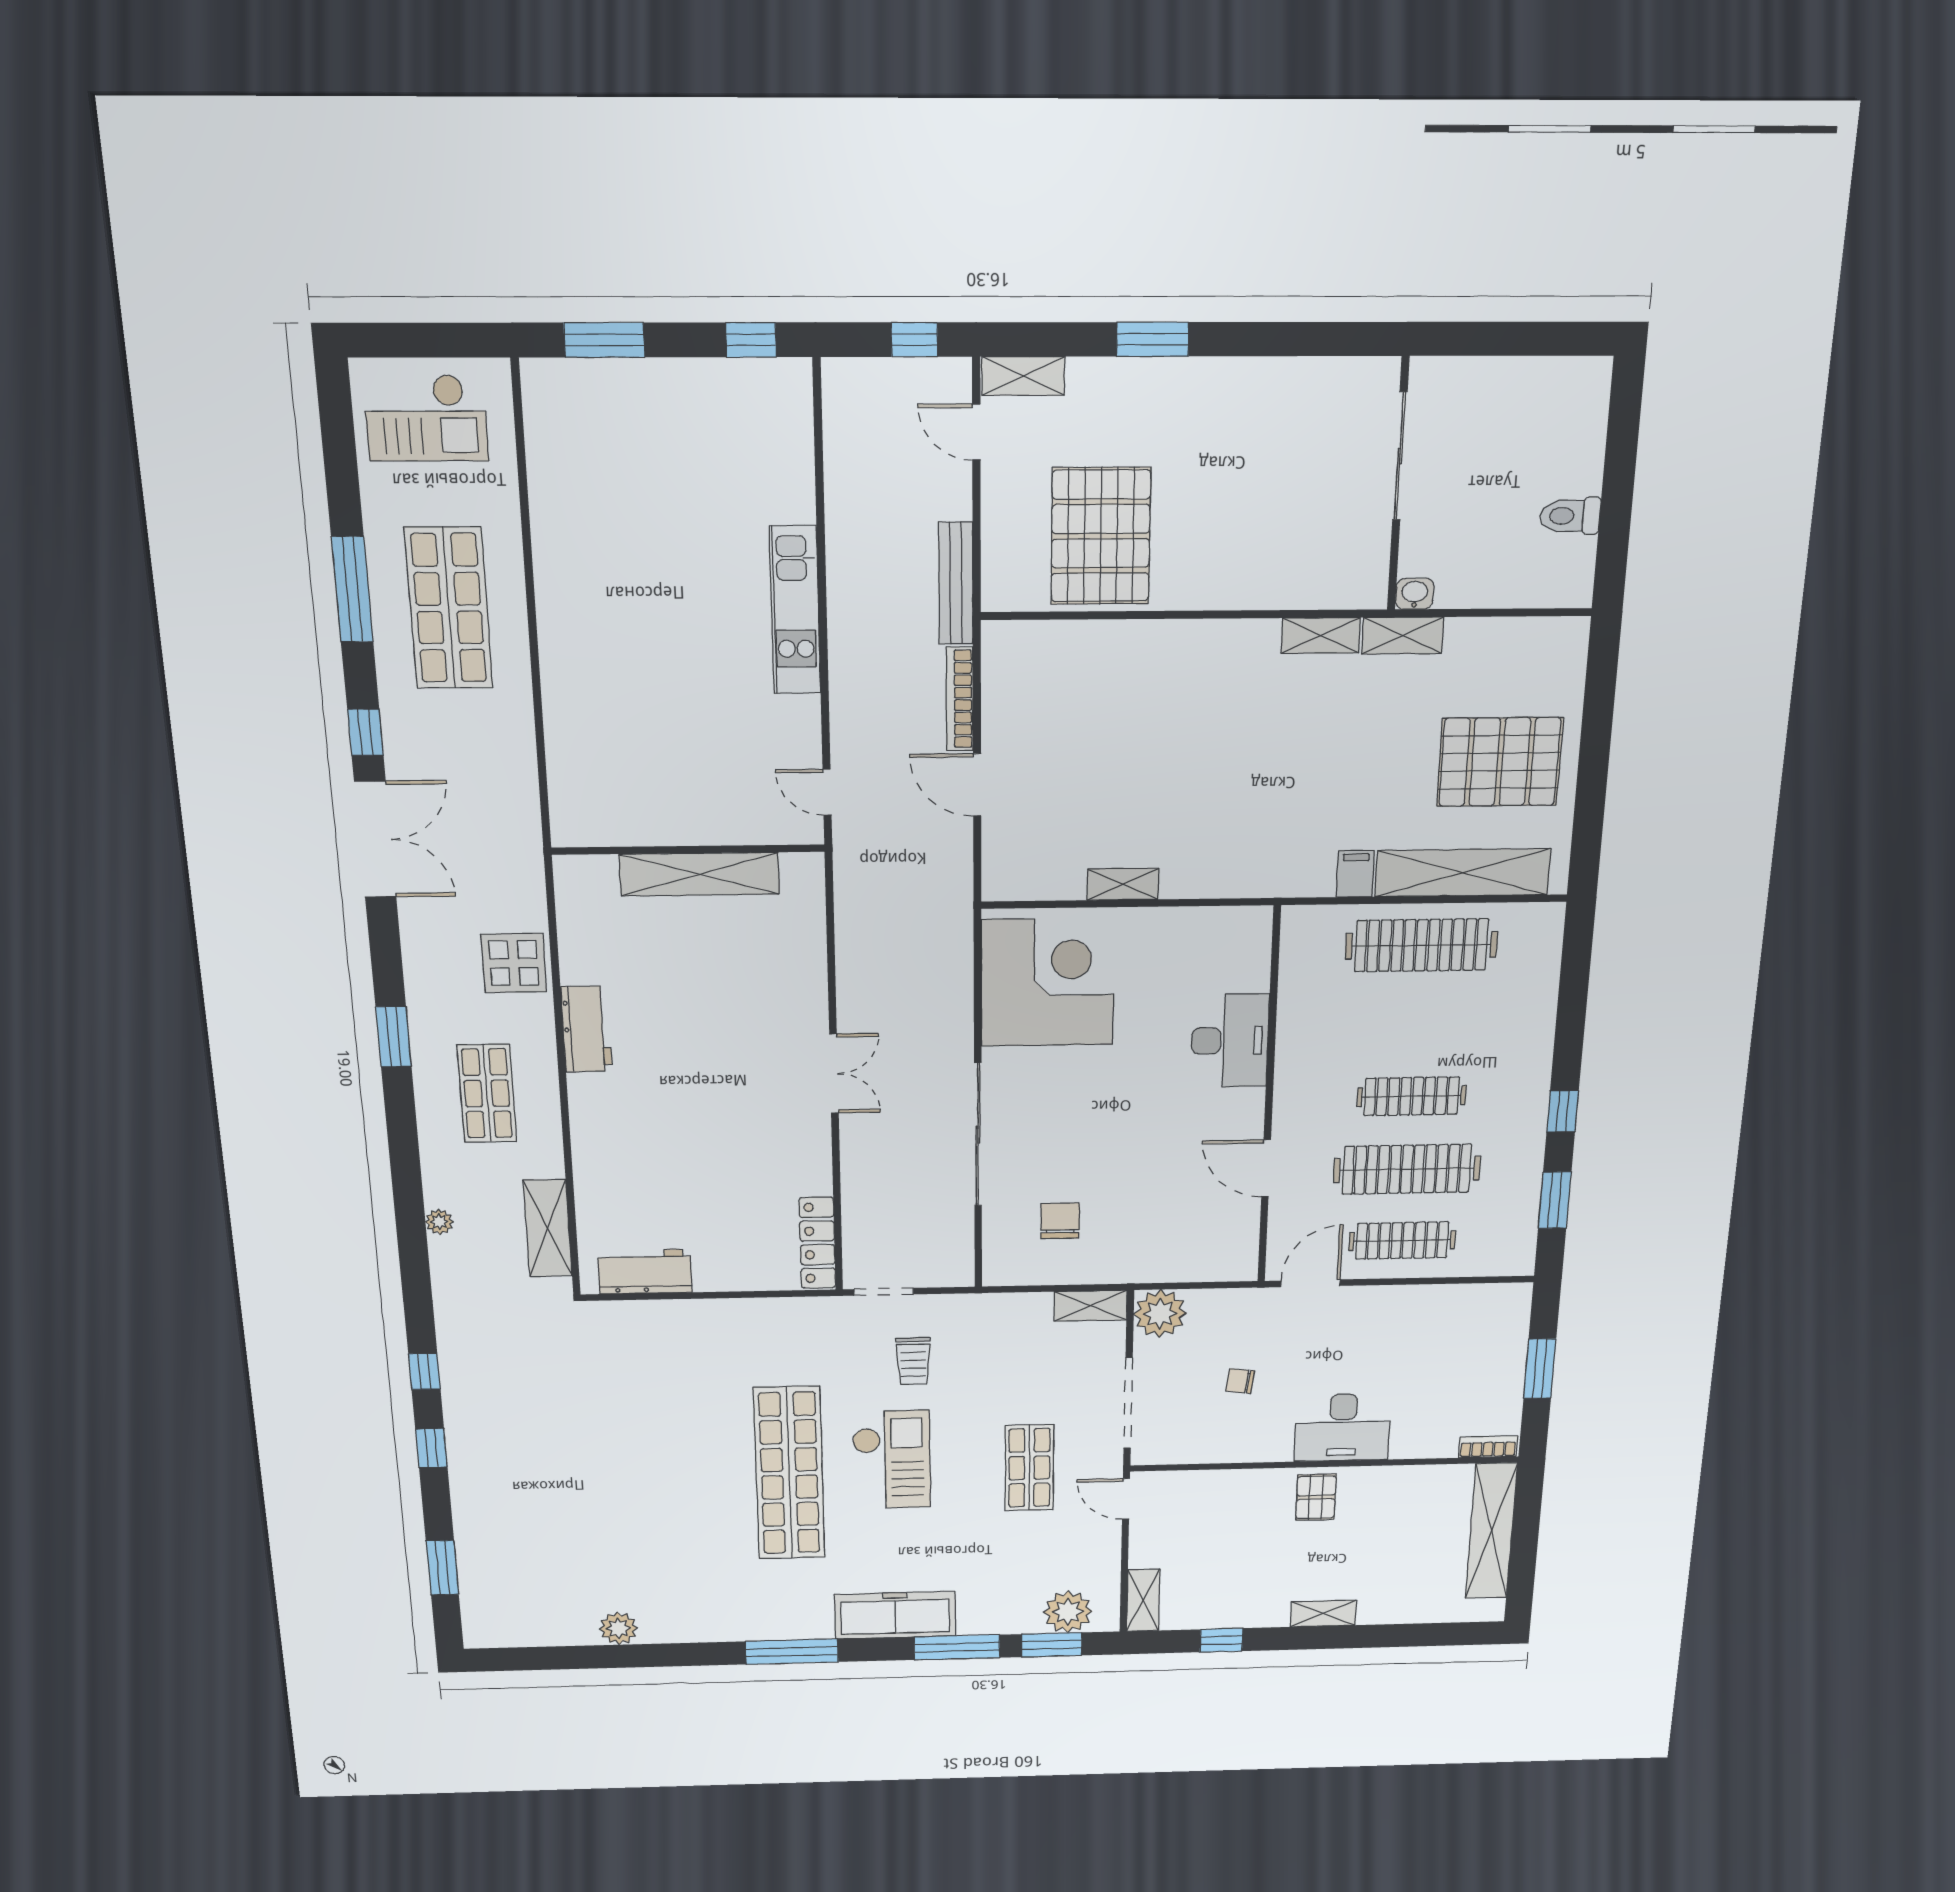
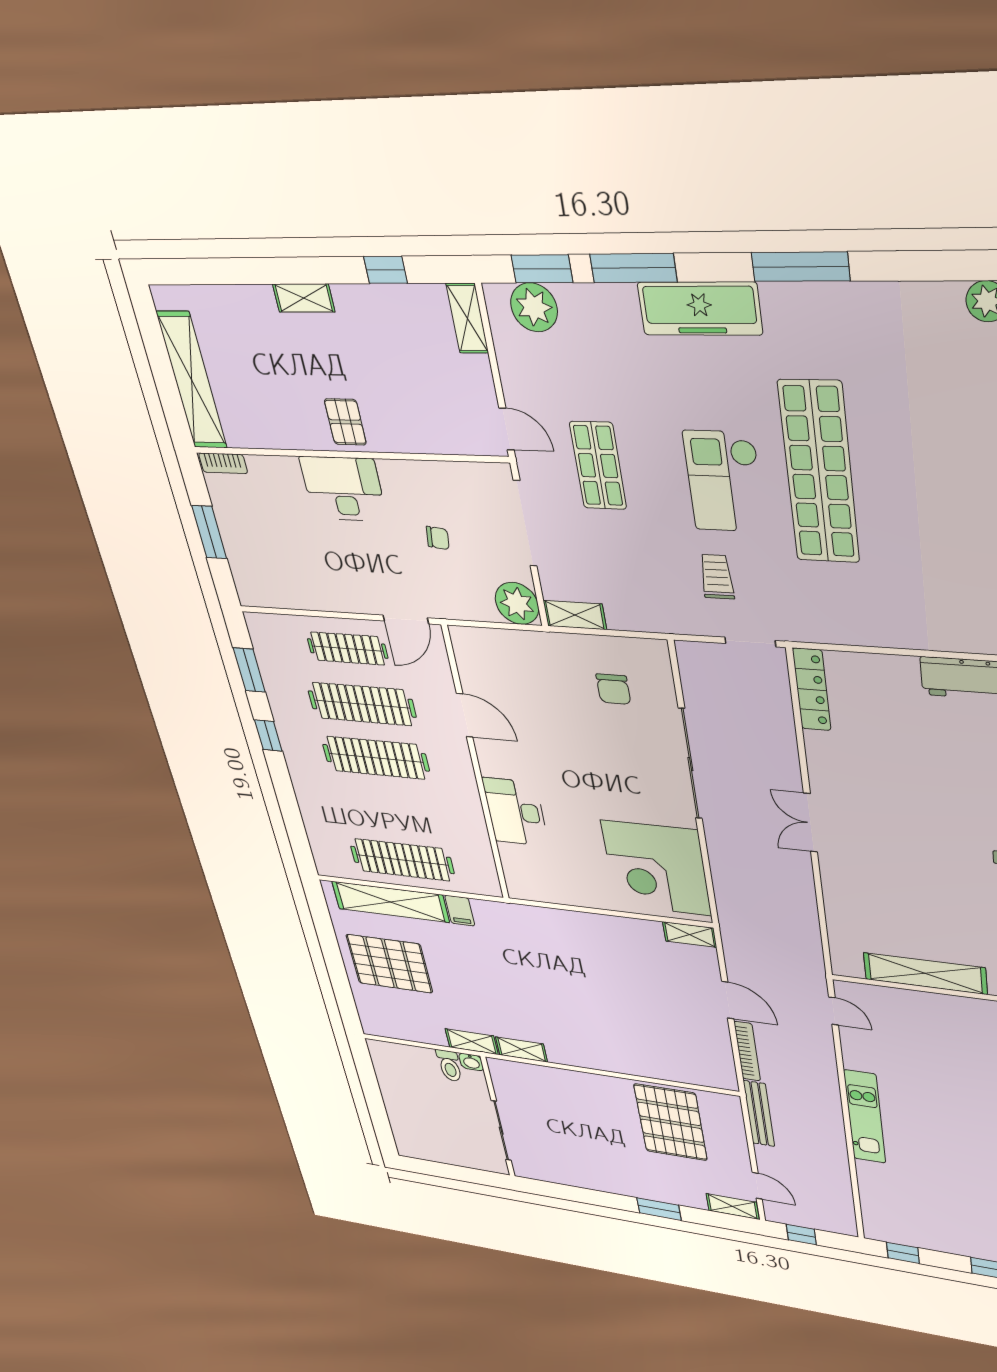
toilet: (1570, 516) -> (449, 1066), moved, turned 90
shelving: (1123, 884) -> (690, 935), moved
clothes rail: (1412, 1096) -> (376, 758), width x1.37, depth x1.31

